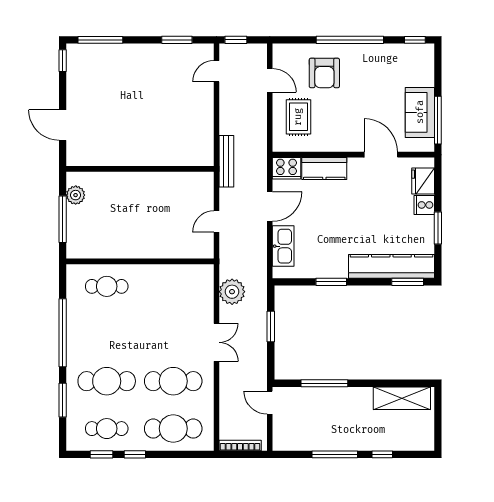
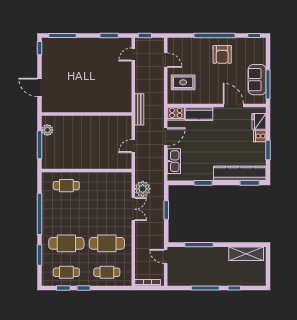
armchair: (324, 73) -> (222, 54), moved
rug: (298, 117) -> (183, 82), turned 90
double door: (216, 342) -> (133, 209), moved
cafe table: (173, 429) -> (107, 272), width x0.73, depth x0.74

